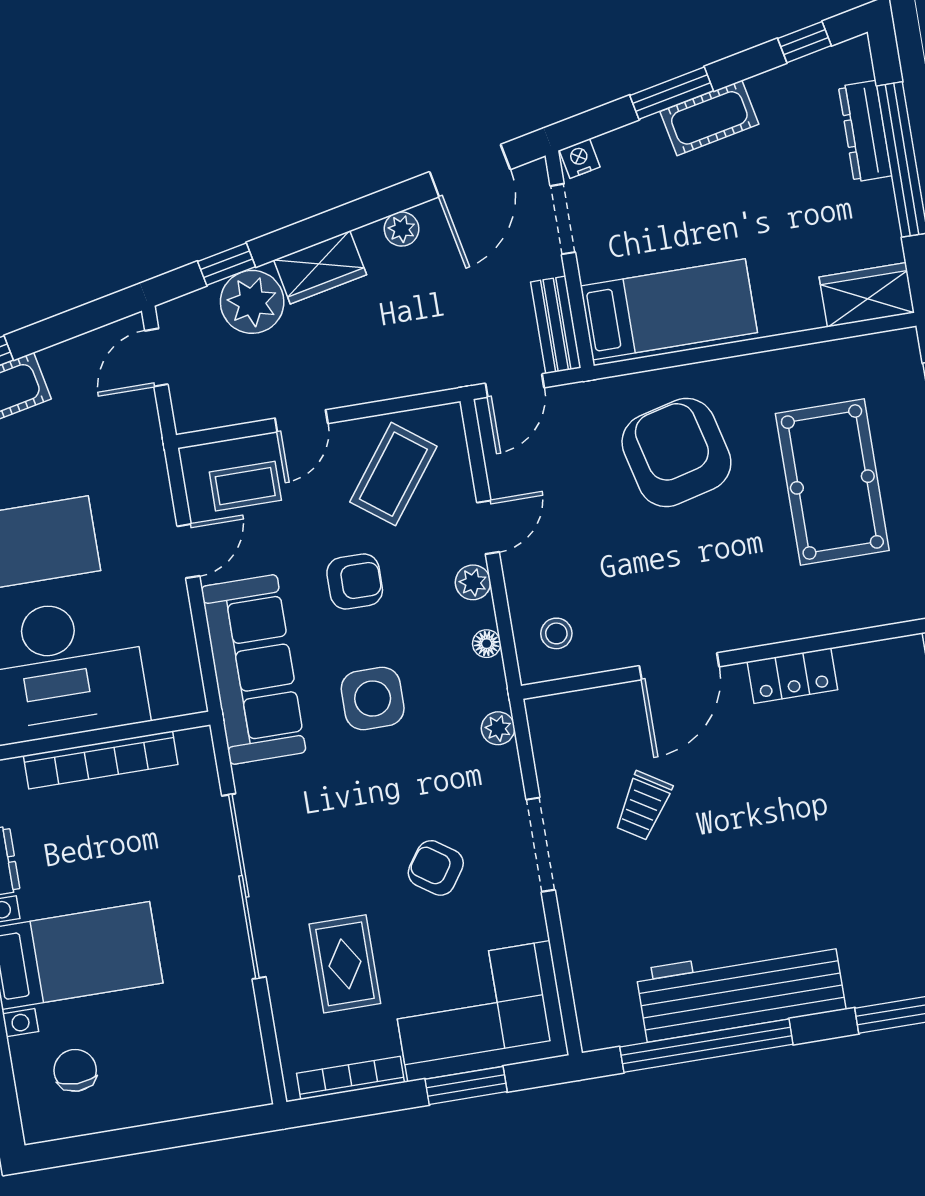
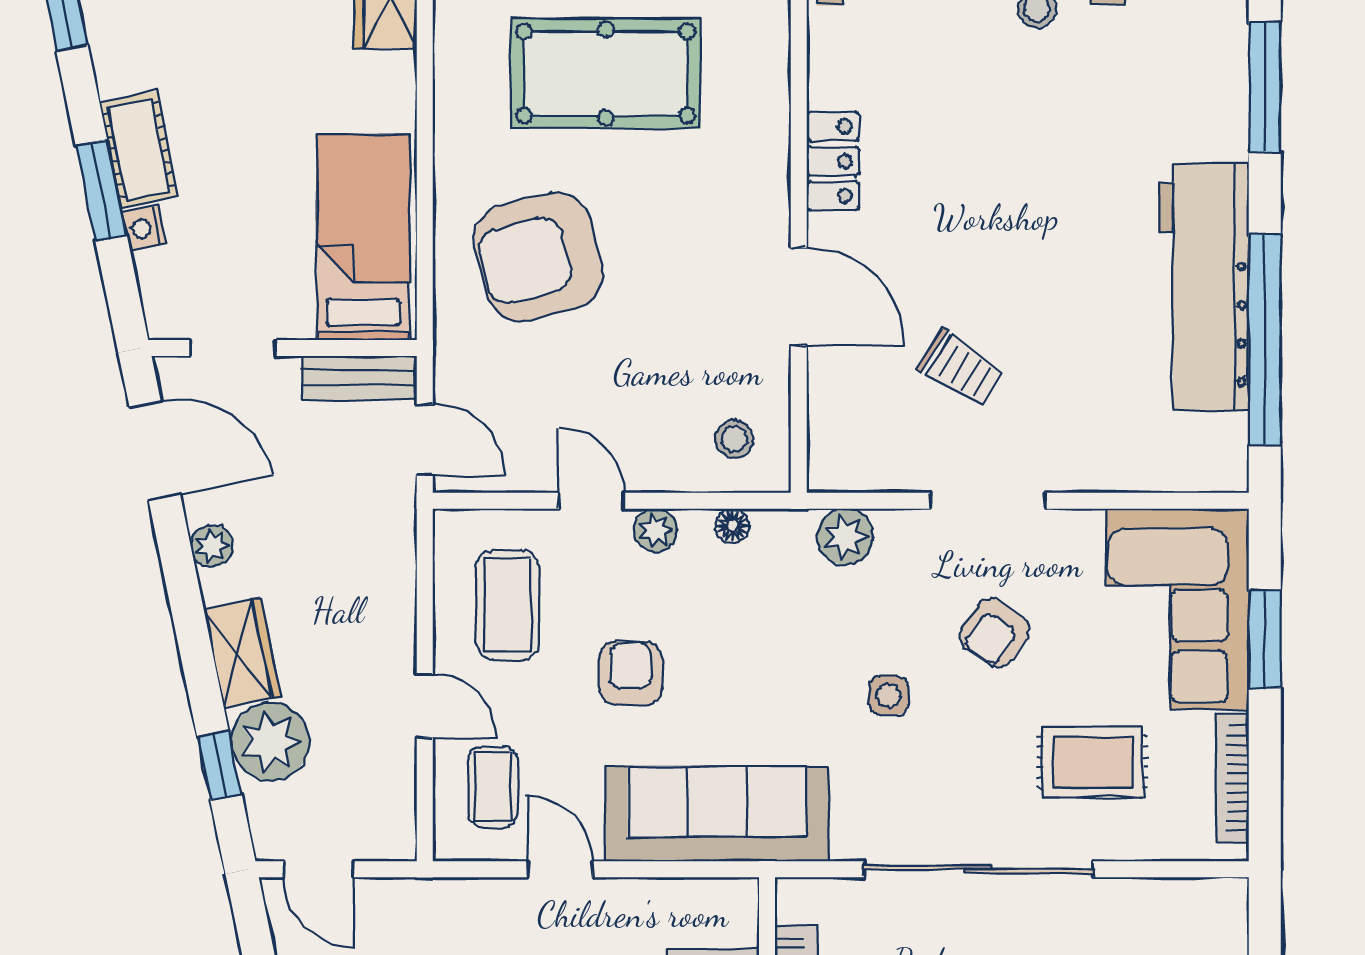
nightstand: (580, 159) -> (144, 228), moved
coffee table: (393, 474) -> (508, 605), turned 53
side table: (373, 699) -> (888, 696), moved, width x0.54, depth x0.54
plant: (498, 728) -> (845, 537), width x1.38, depth x1.38

